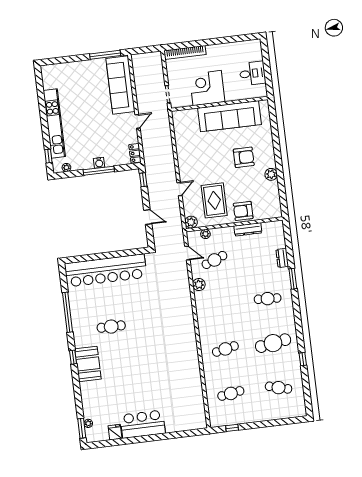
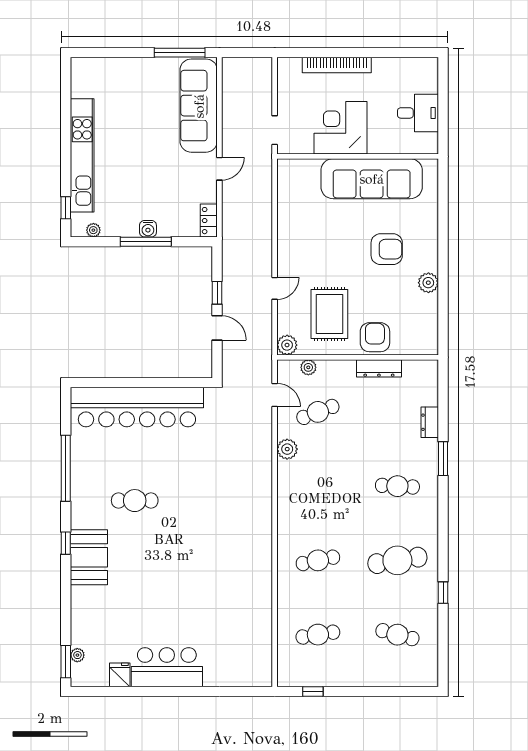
bookcase: (185, 53) -> (337, 65), moved
window: (143, 180) -> (217, 293), moved
armchair: (243, 211) -> (375, 337), turned 90

